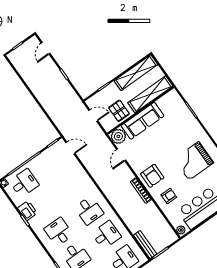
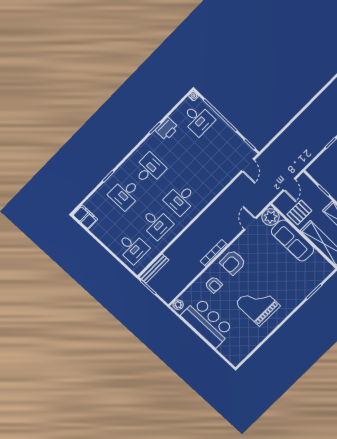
door: (121, 155) -> (250, 224), hinge flipped

